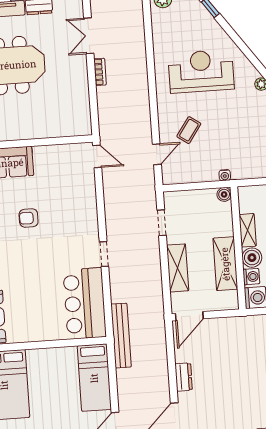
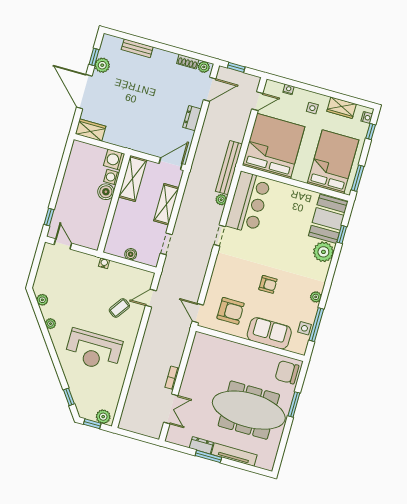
armchair: (61, 172) -> (231, 311), added
boiler: (224, 194) -> (131, 254), moved
shelving: (248, 230) -> (102, 214), removed
shelving: (225, 264) -> (133, 178), moved
plant: (117, 296) -> (221, 200), added
bed: (94, 378) -> (274, 146), width x2.04

